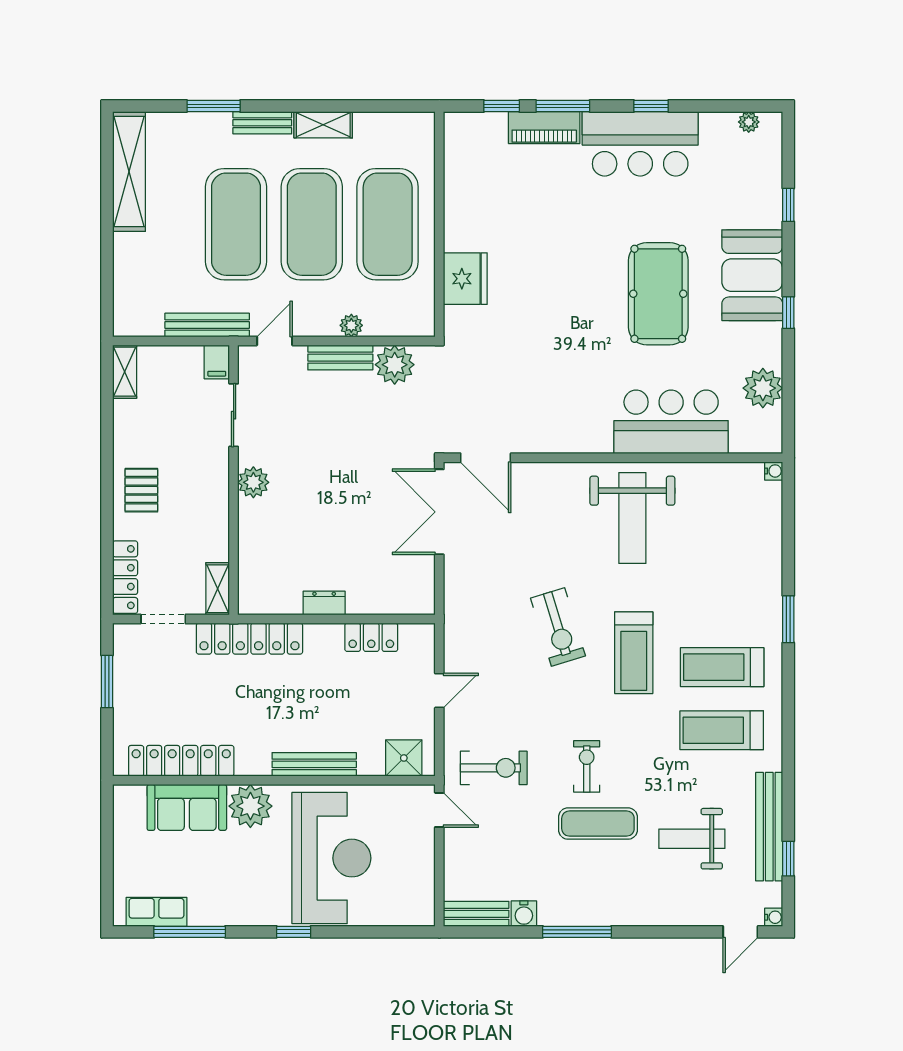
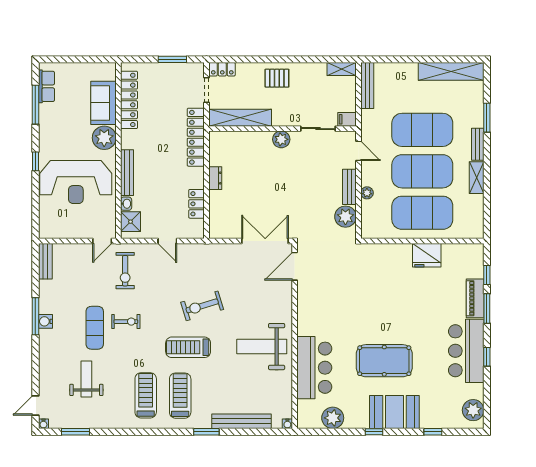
plant: (749, 122) -> (473, 410), width x1.88, depth x1.88
fridge: (465, 279) -> (427, 255), moved
bench: (207, 325) -> (367, 85), moved
locker: (125, 577) -> (222, 69), width x0.66
shelving: (218, 589) -> (240, 118), width x2.20, depth x1.33
washbasin: (371, 766) -> (126, 204), added
bench: (769, 827) -> (241, 421), moved
window: (788, 859) -> (76, 432), width x1.50
water cooler: (524, 914) -> (45, 321), moved
door: (740, 932) -> (35, 406), hinge flipped

